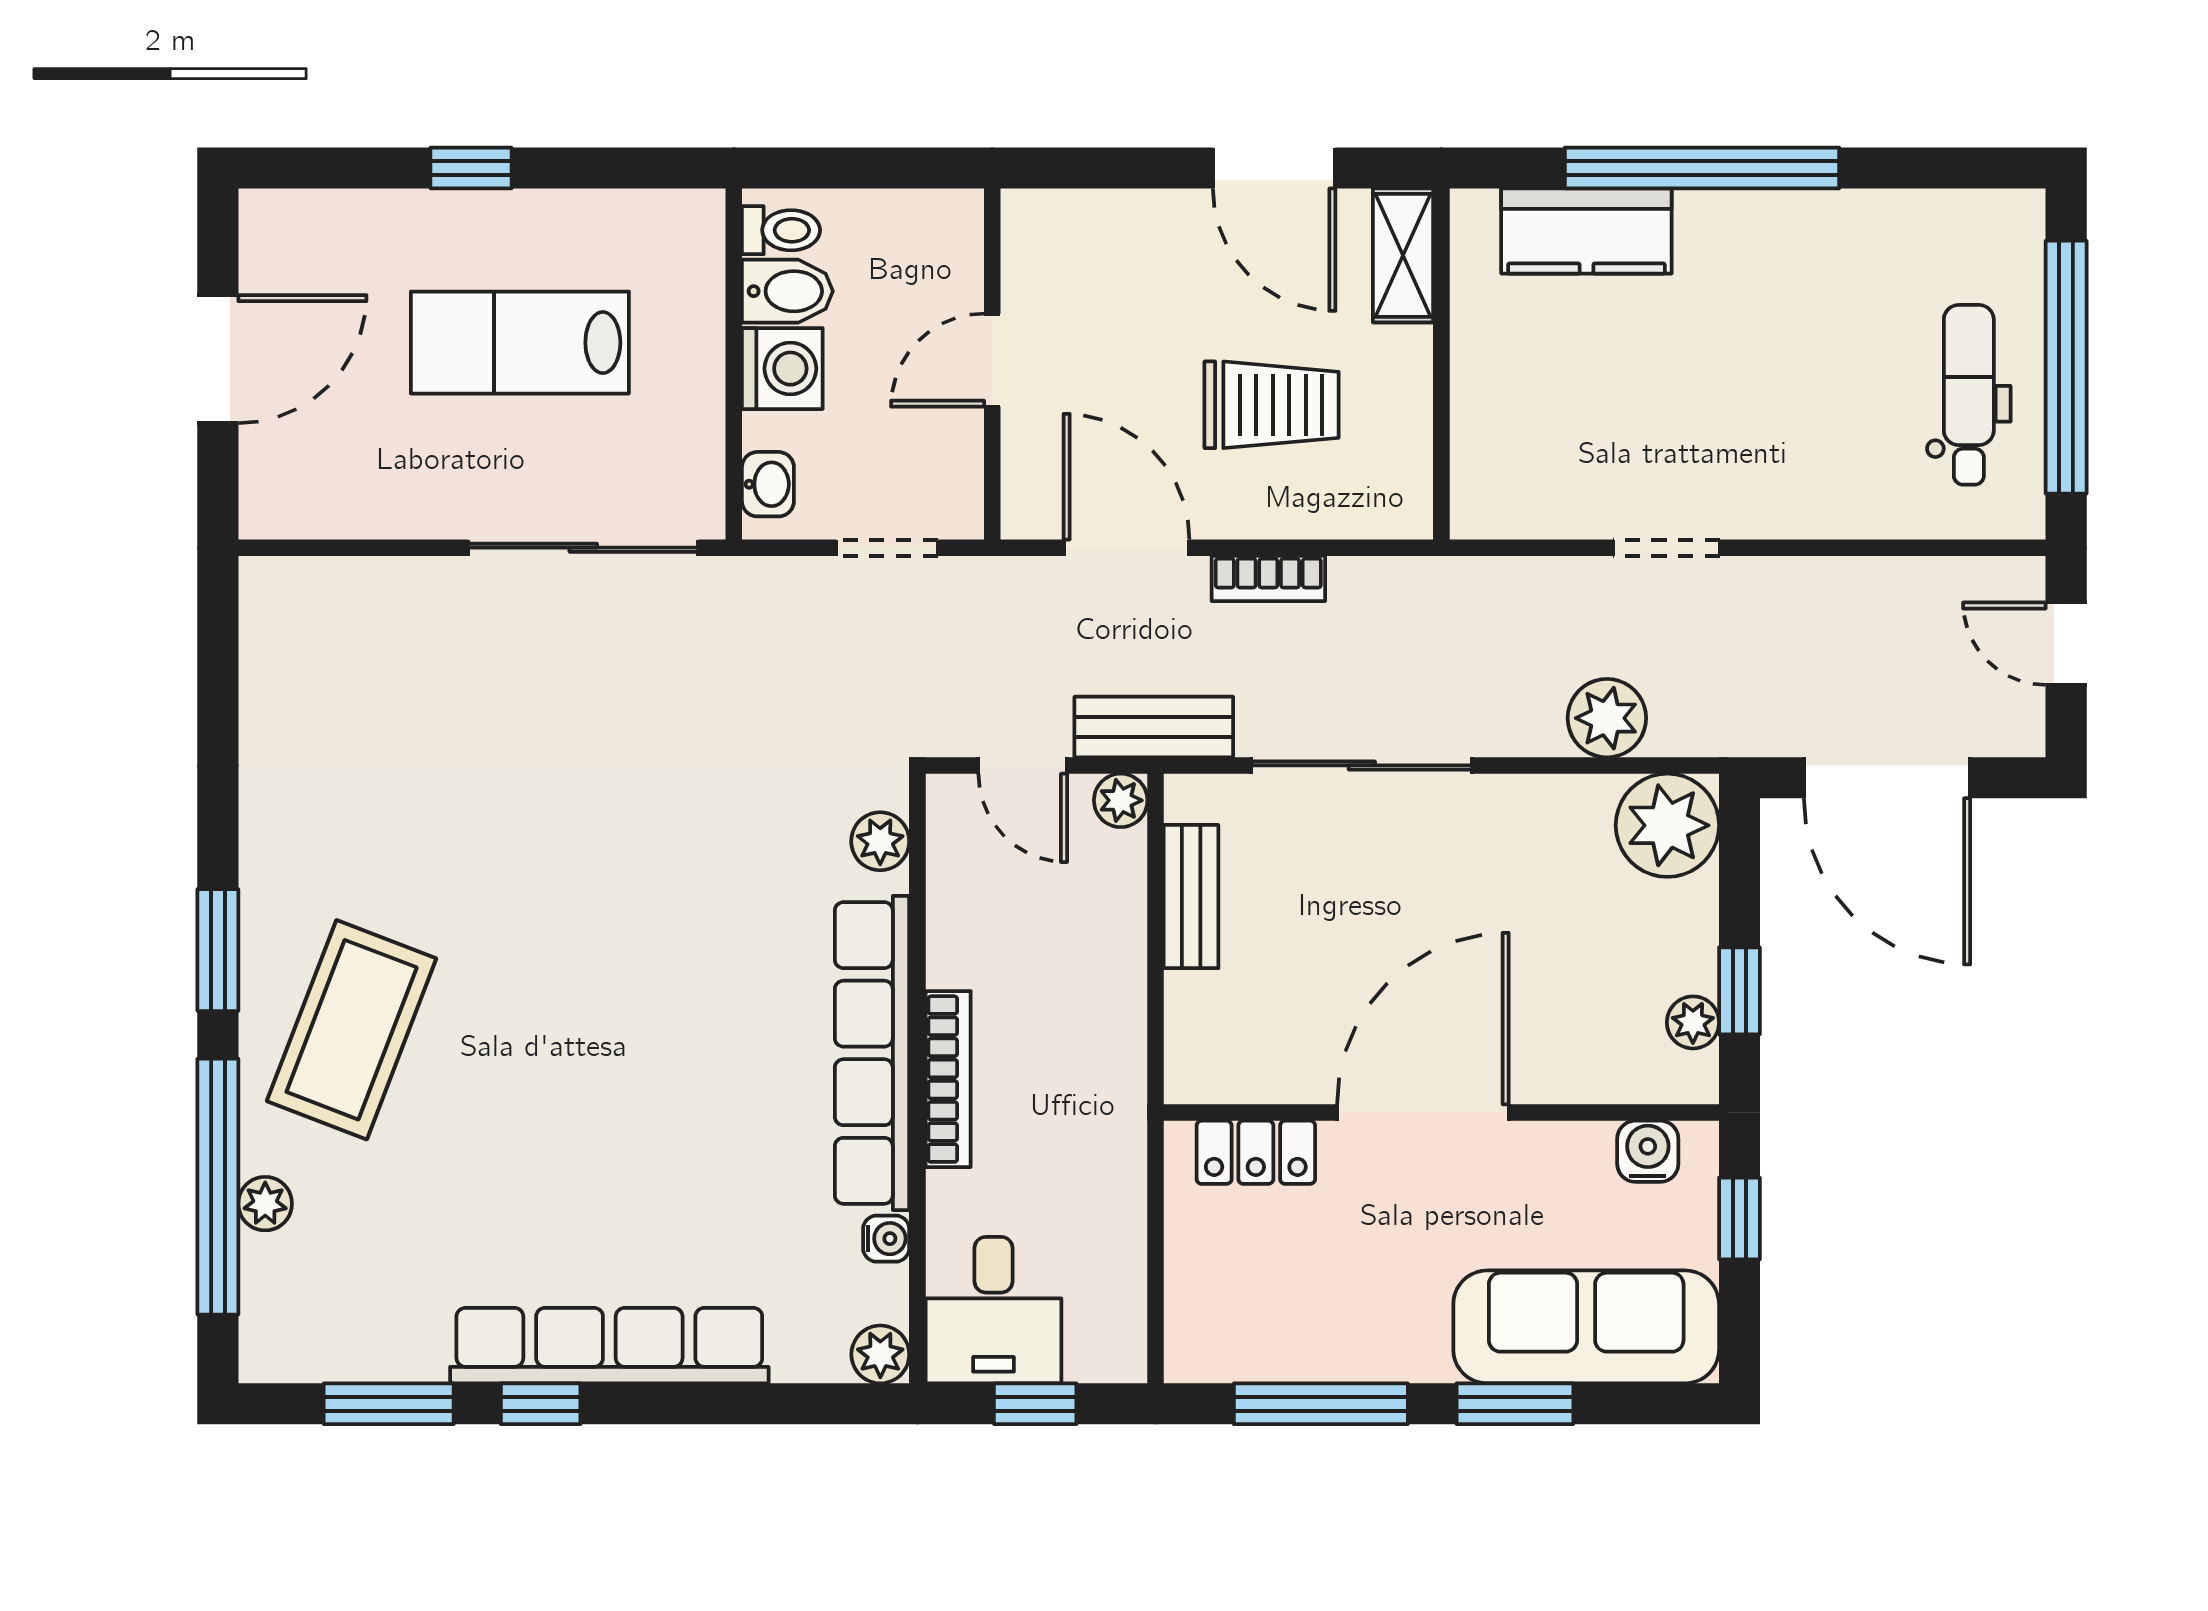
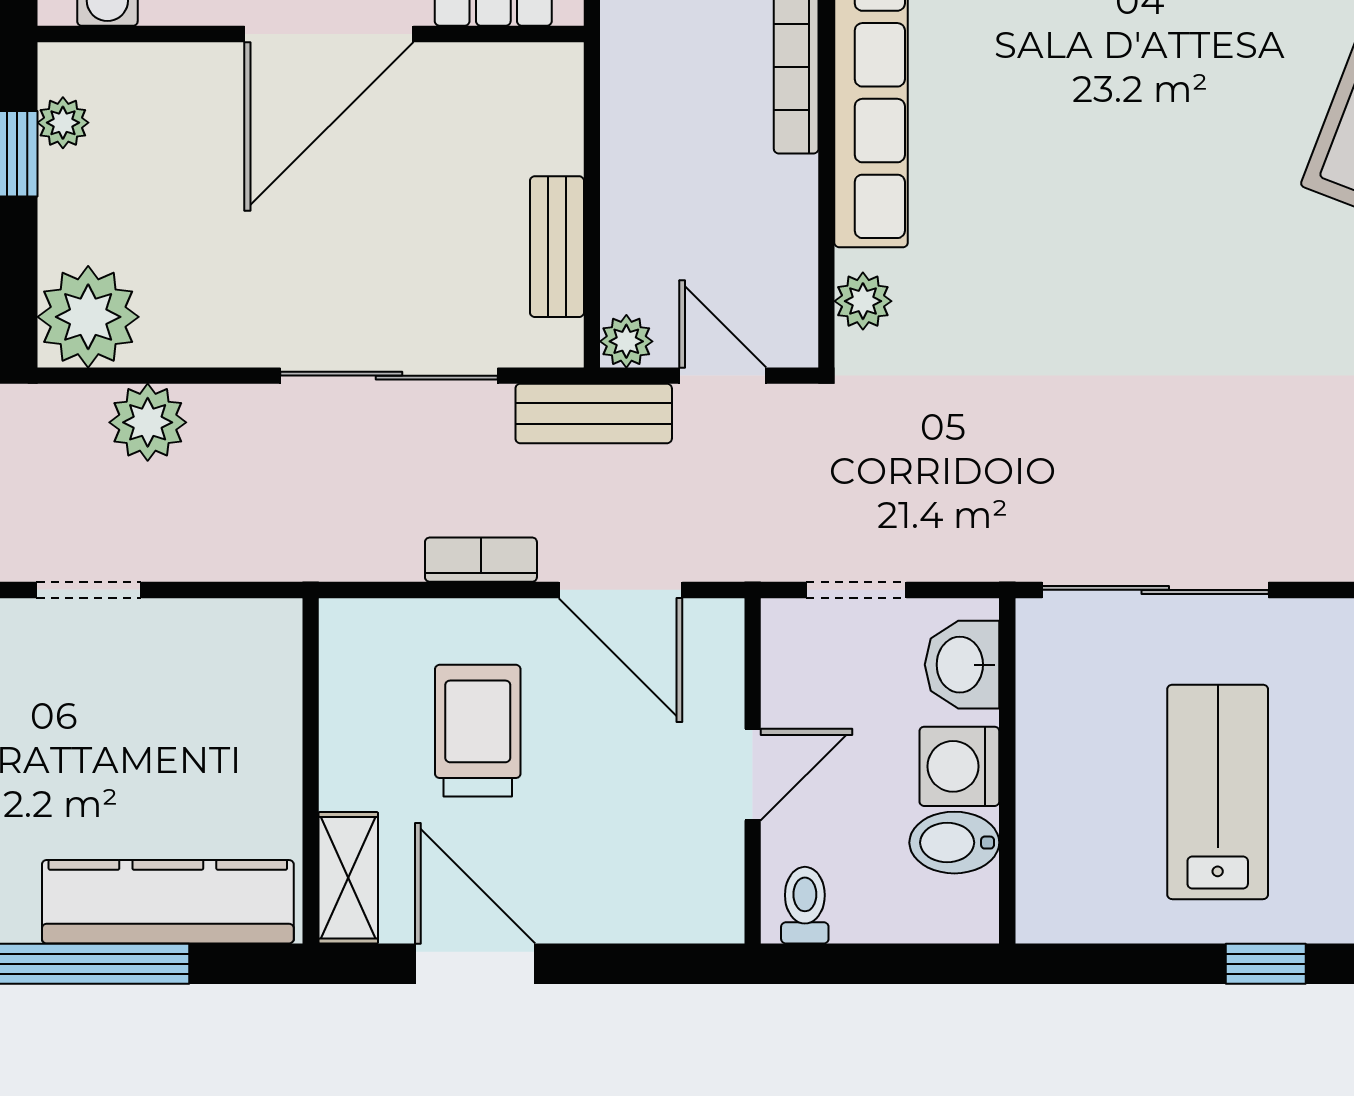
toilet: (781, 230) -> (805, 905), moved, turned 90
kitchen counter: (1586, 231) -> (168, 902), width x1.50
lab bench: (520, 343) -> (1218, 792), turned -90
trolley: (1272, 405) -> (478, 731), turned 90
washbasin: (768, 484) -> (962, 665), width x1.38, depth x1.45

